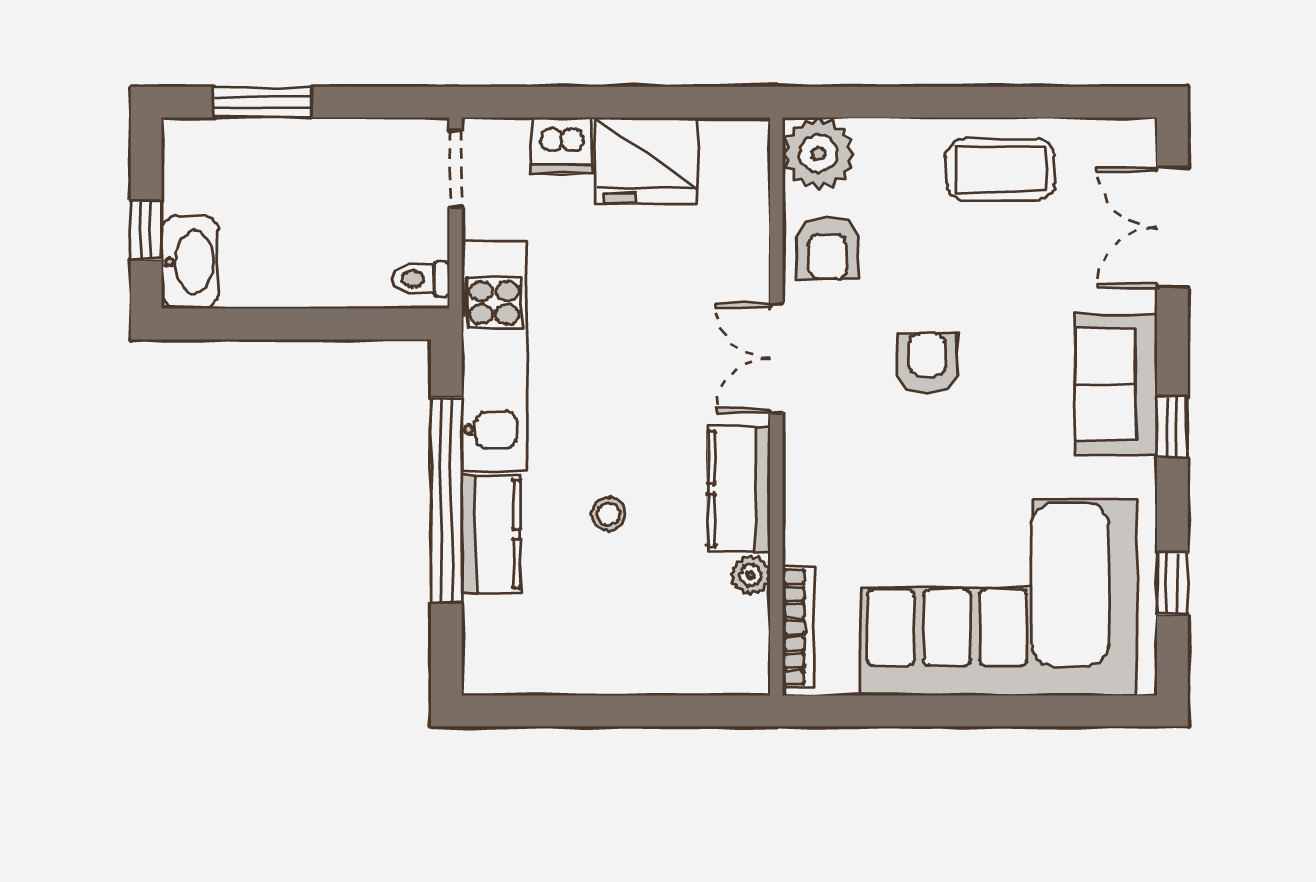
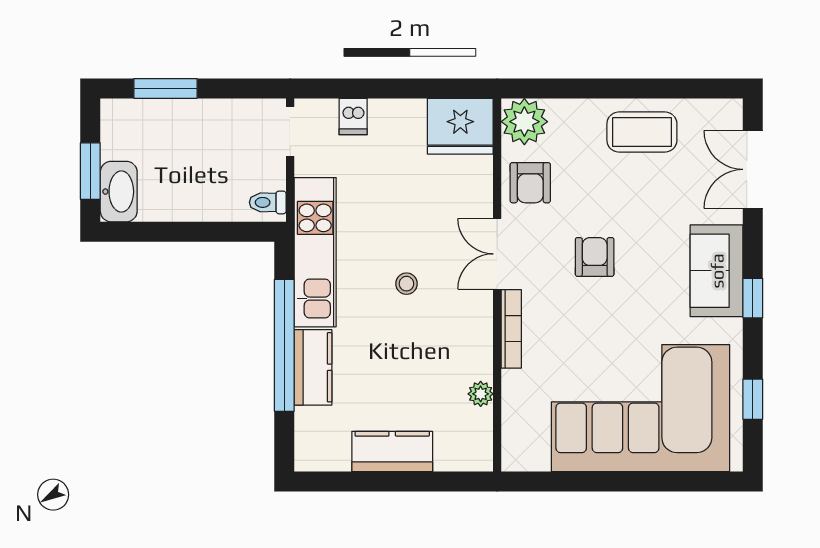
dishwasher: (561, 145) -> (353, 116), width x0.73
fridge: (647, 161) -> (460, 126), moved
window: (146, 230) -> (90, 171), width x1.50
kitchen counter: (739, 489) -> (392, 451), moved, turned 90
stool: (609, 514) -> (406, 284), moved
bookcase: (798, 627) -> (511, 329), moved

